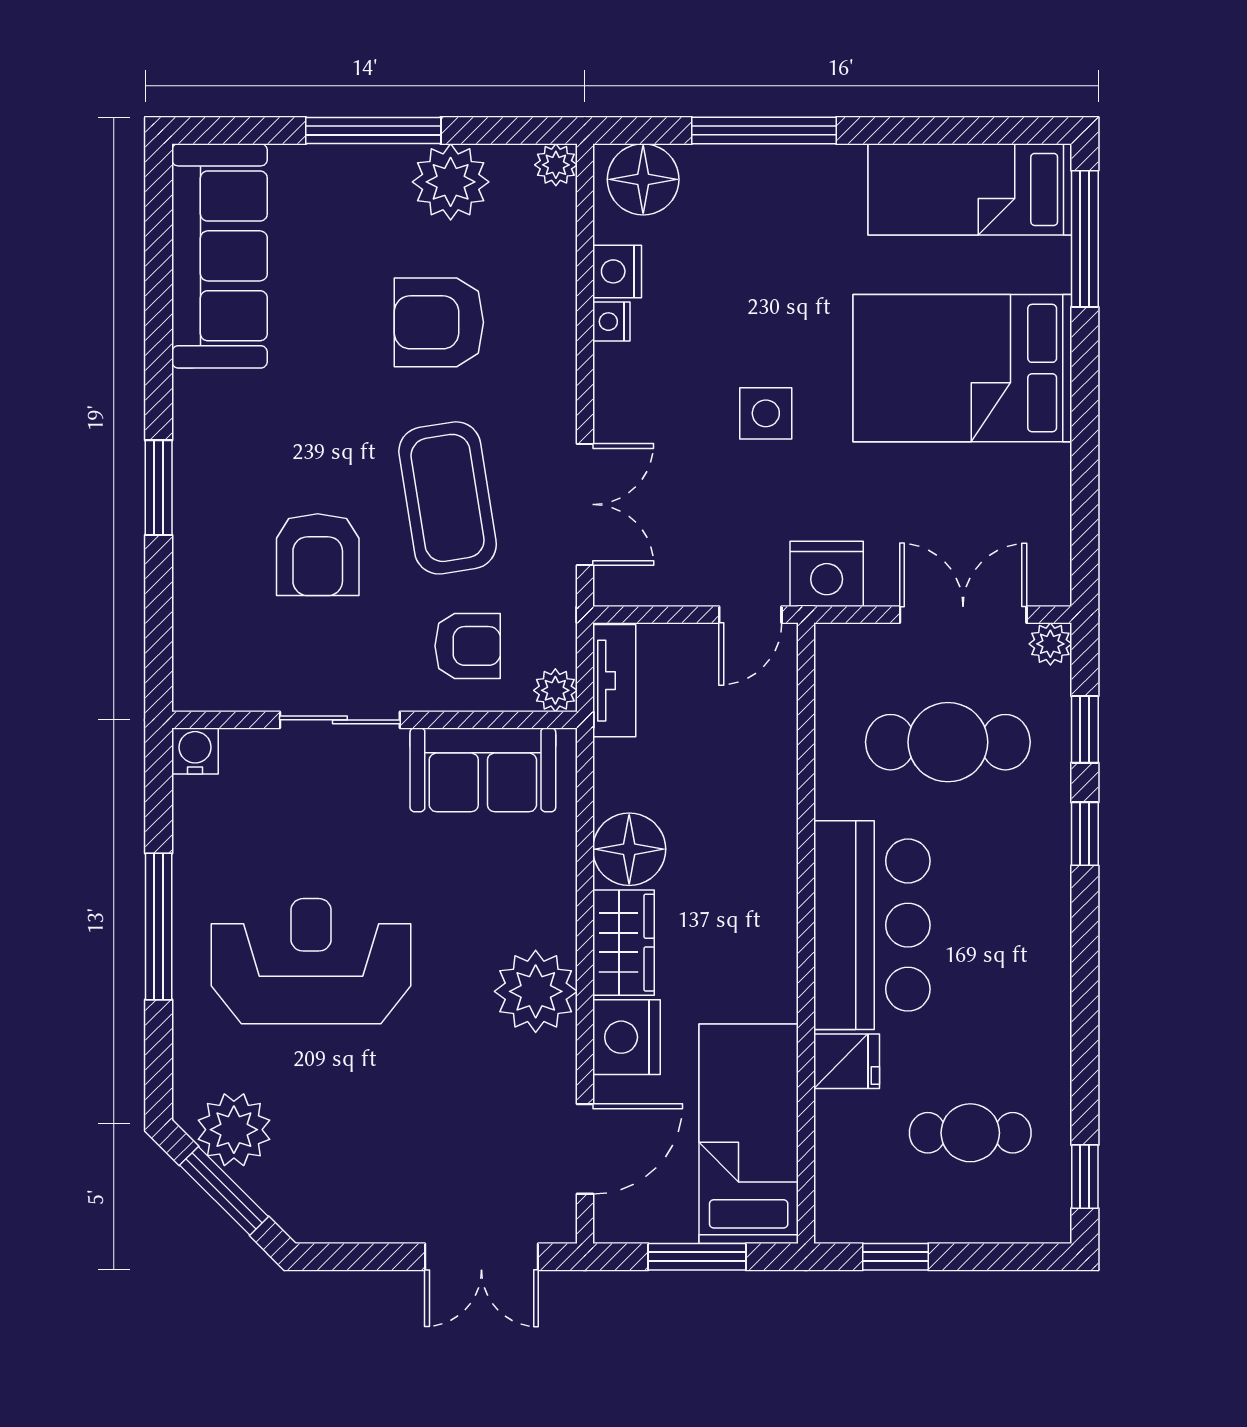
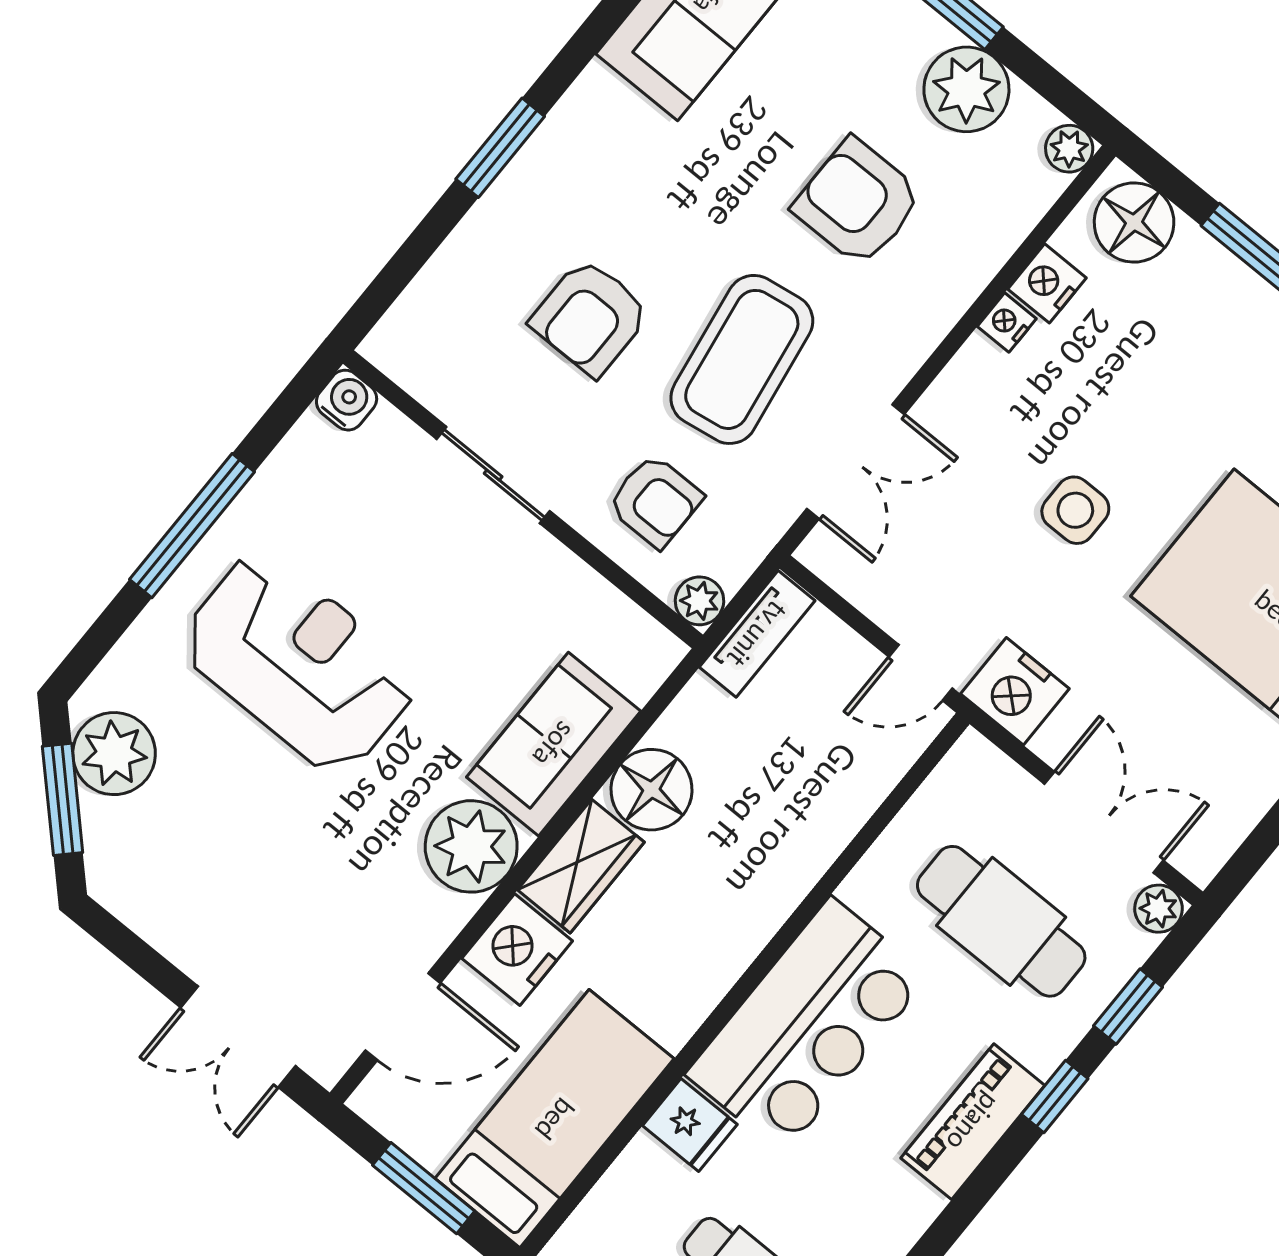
sofa: (483, 770) -> (554, 744), moved, turned 90
piano: (1042, 898) -> (973, 1122), added

